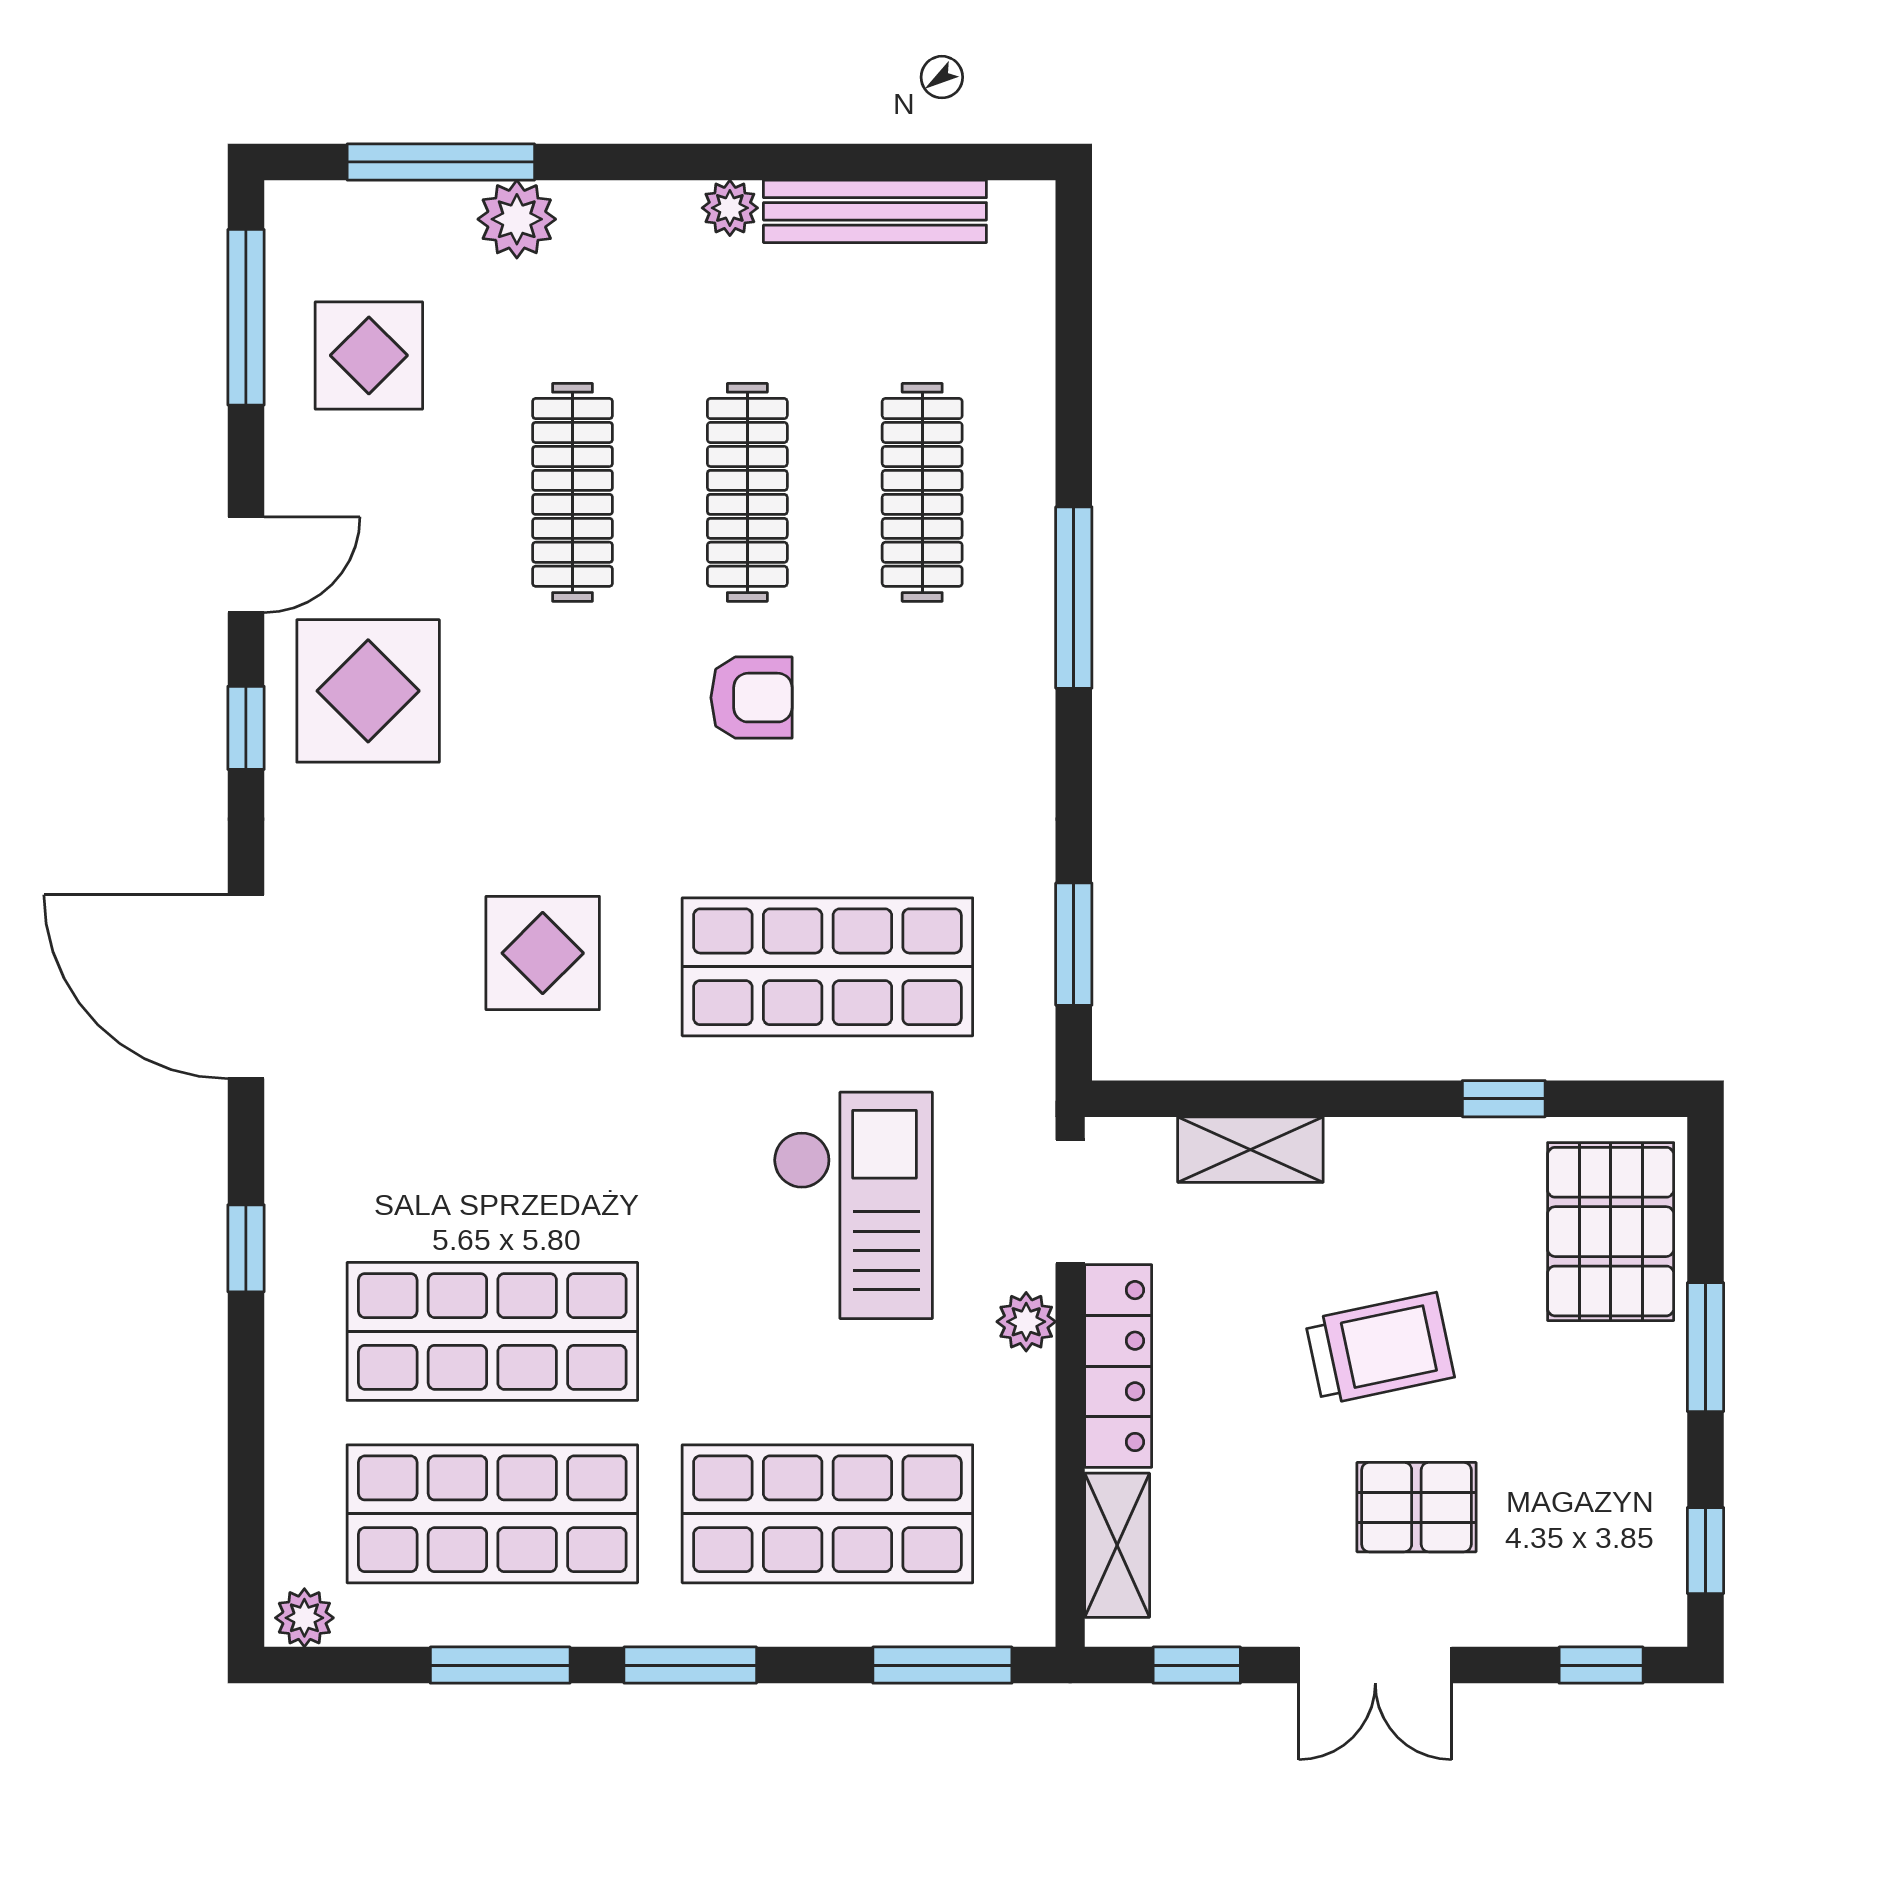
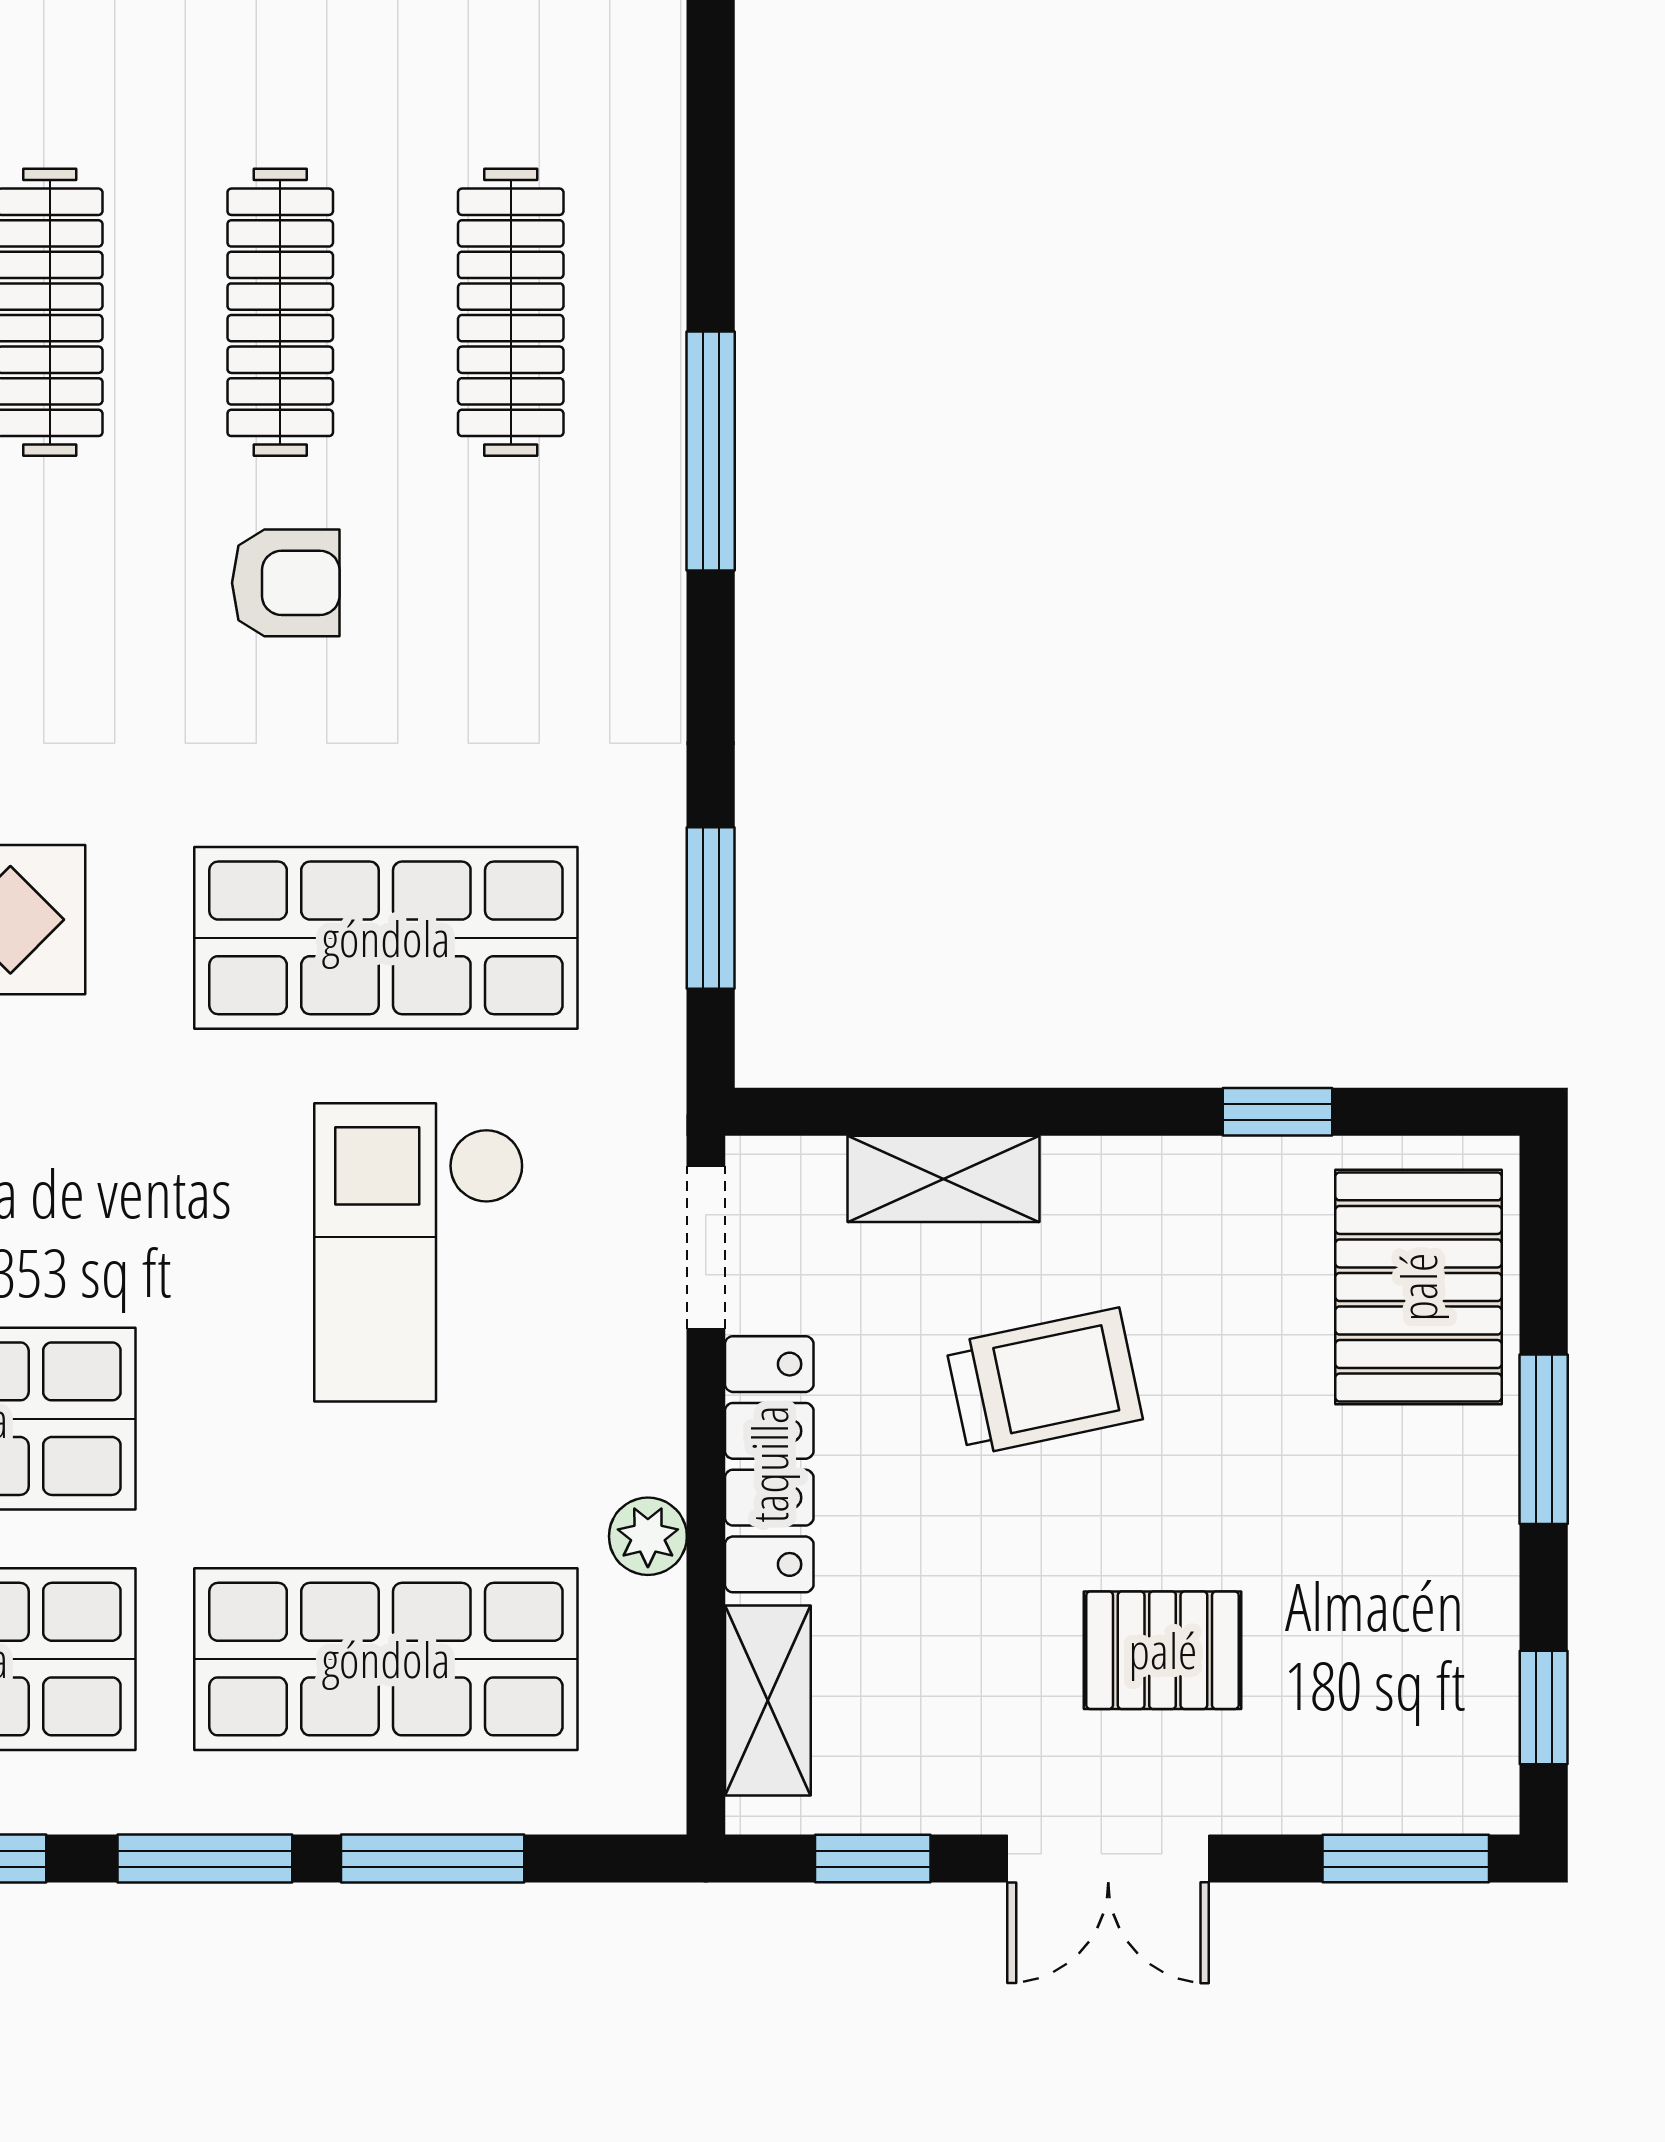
checkout: (853, 1205) -> (419, 1252), turned 180
plant: (1026, 1322) -> (648, 1536), moved
trolley: (1380, 1349) -> (1044, 1382), moved
window: (942, 1665) -> (433, 1859), moved
window: (1601, 1665) -> (1406, 1859), width x1.50

